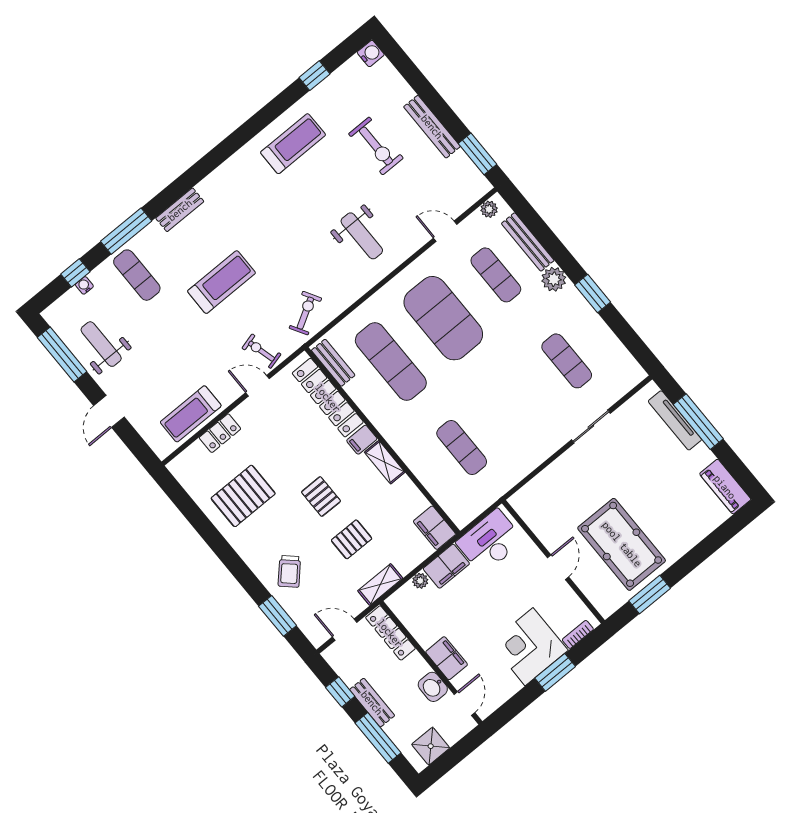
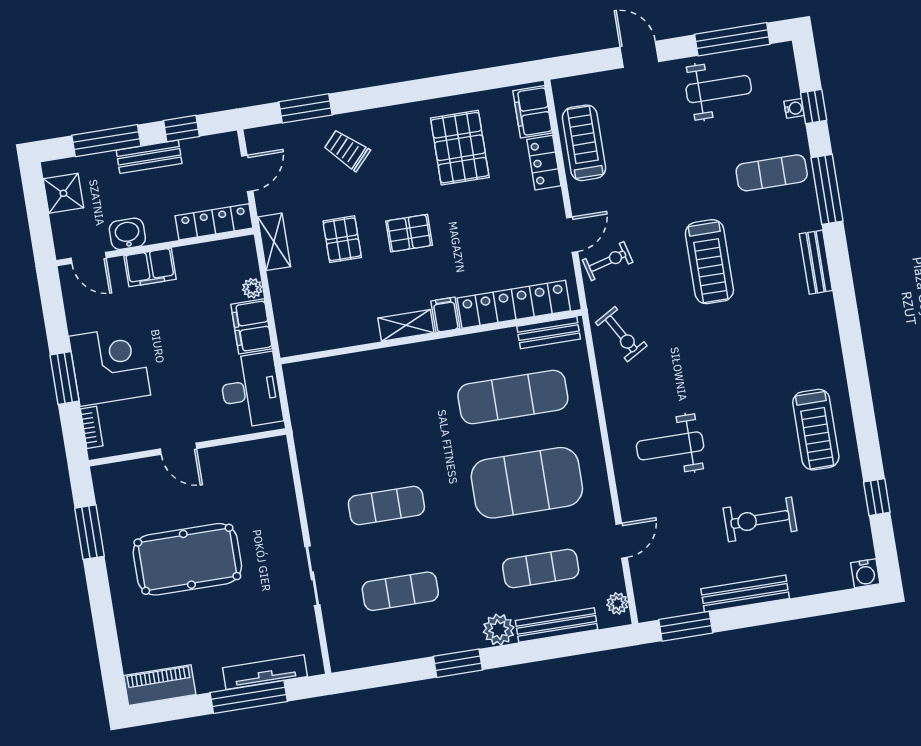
exercise mat: (462, 447) -> (386, 505), moved
filing cabinet: (434, 528) -> (533, 112), moved, turned -90
pool table: (622, 544) -> (187, 559), moved

